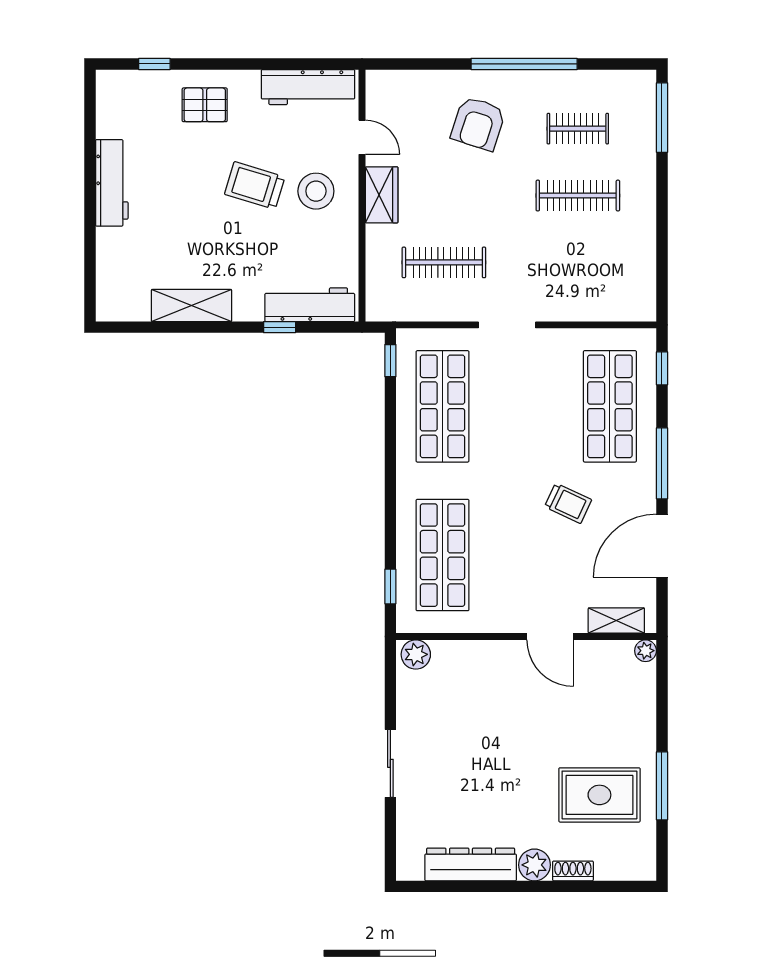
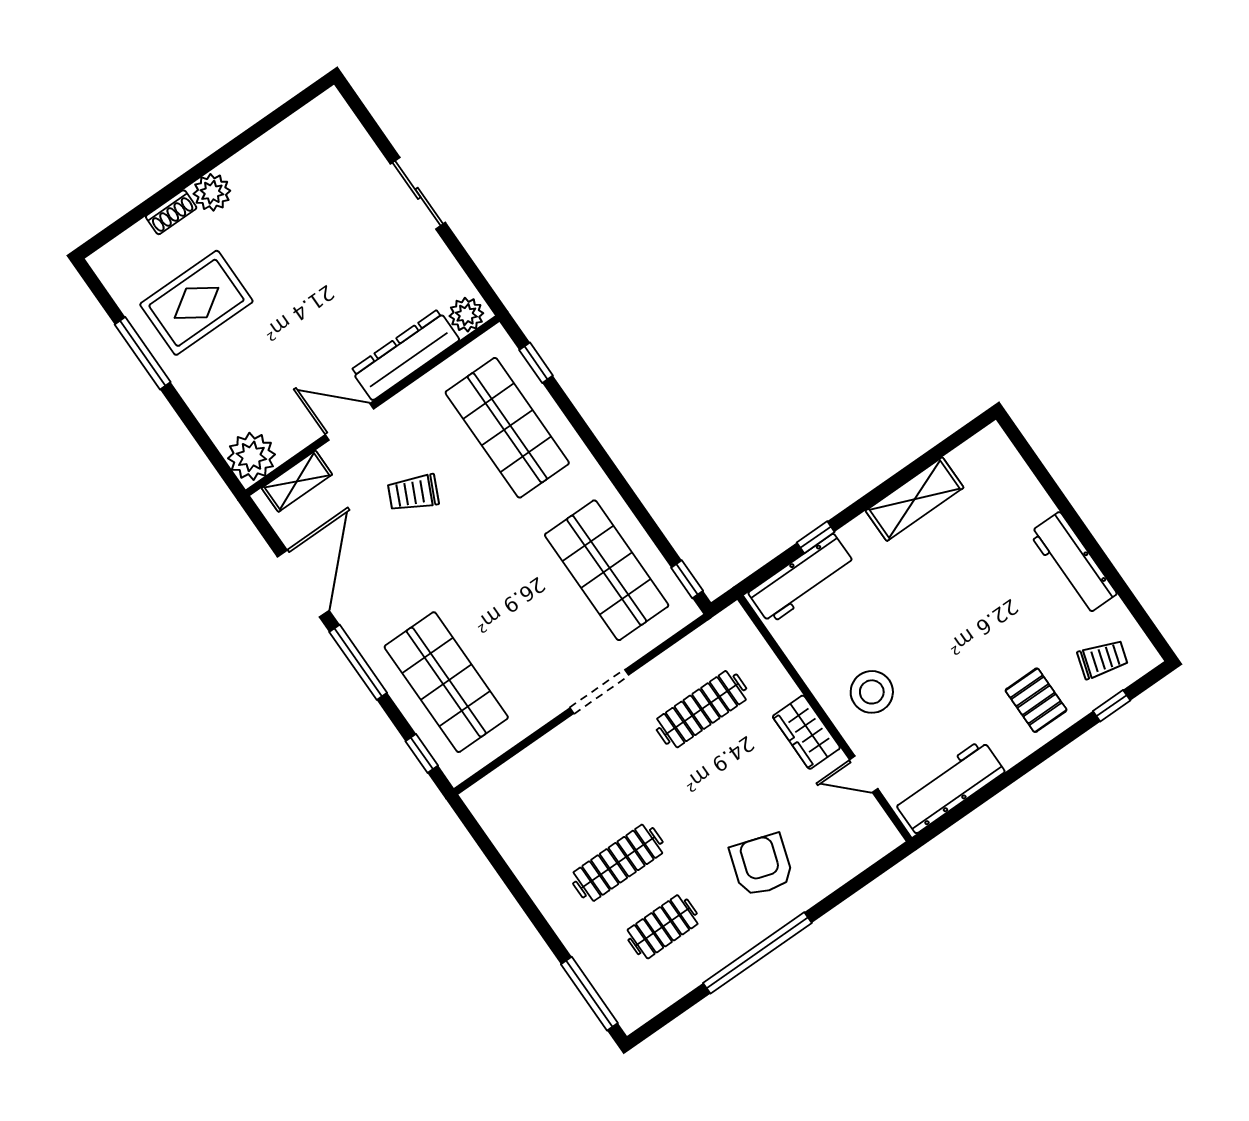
pallet: (205, 105) -> (1036, 700), turned 90
trolley: (255, 186) -> (1103, 659), moved, width x0.73, depth x0.72
trolley: (568, 503) -> (413, 493), moved
plant: (646, 651) -> (251, 456), width x1.88, depth x1.88
dresser: (471, 864) -> (405, 355), moved, turned 180

